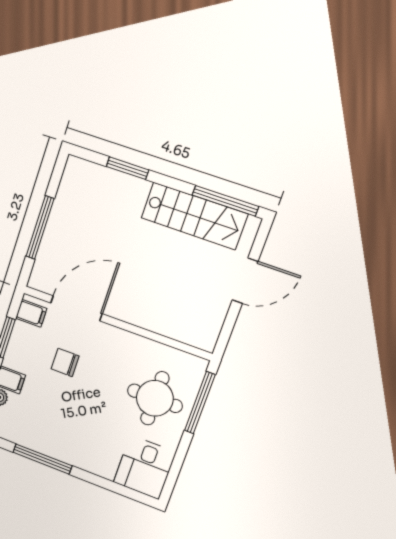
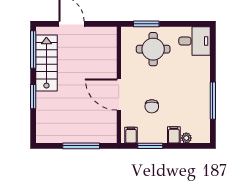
window: (127, 168) -> (33, 97), moved
door: (76, 308) -> (119, 95), moved
window: (200, 403) -> (146, 24), width x0.69

